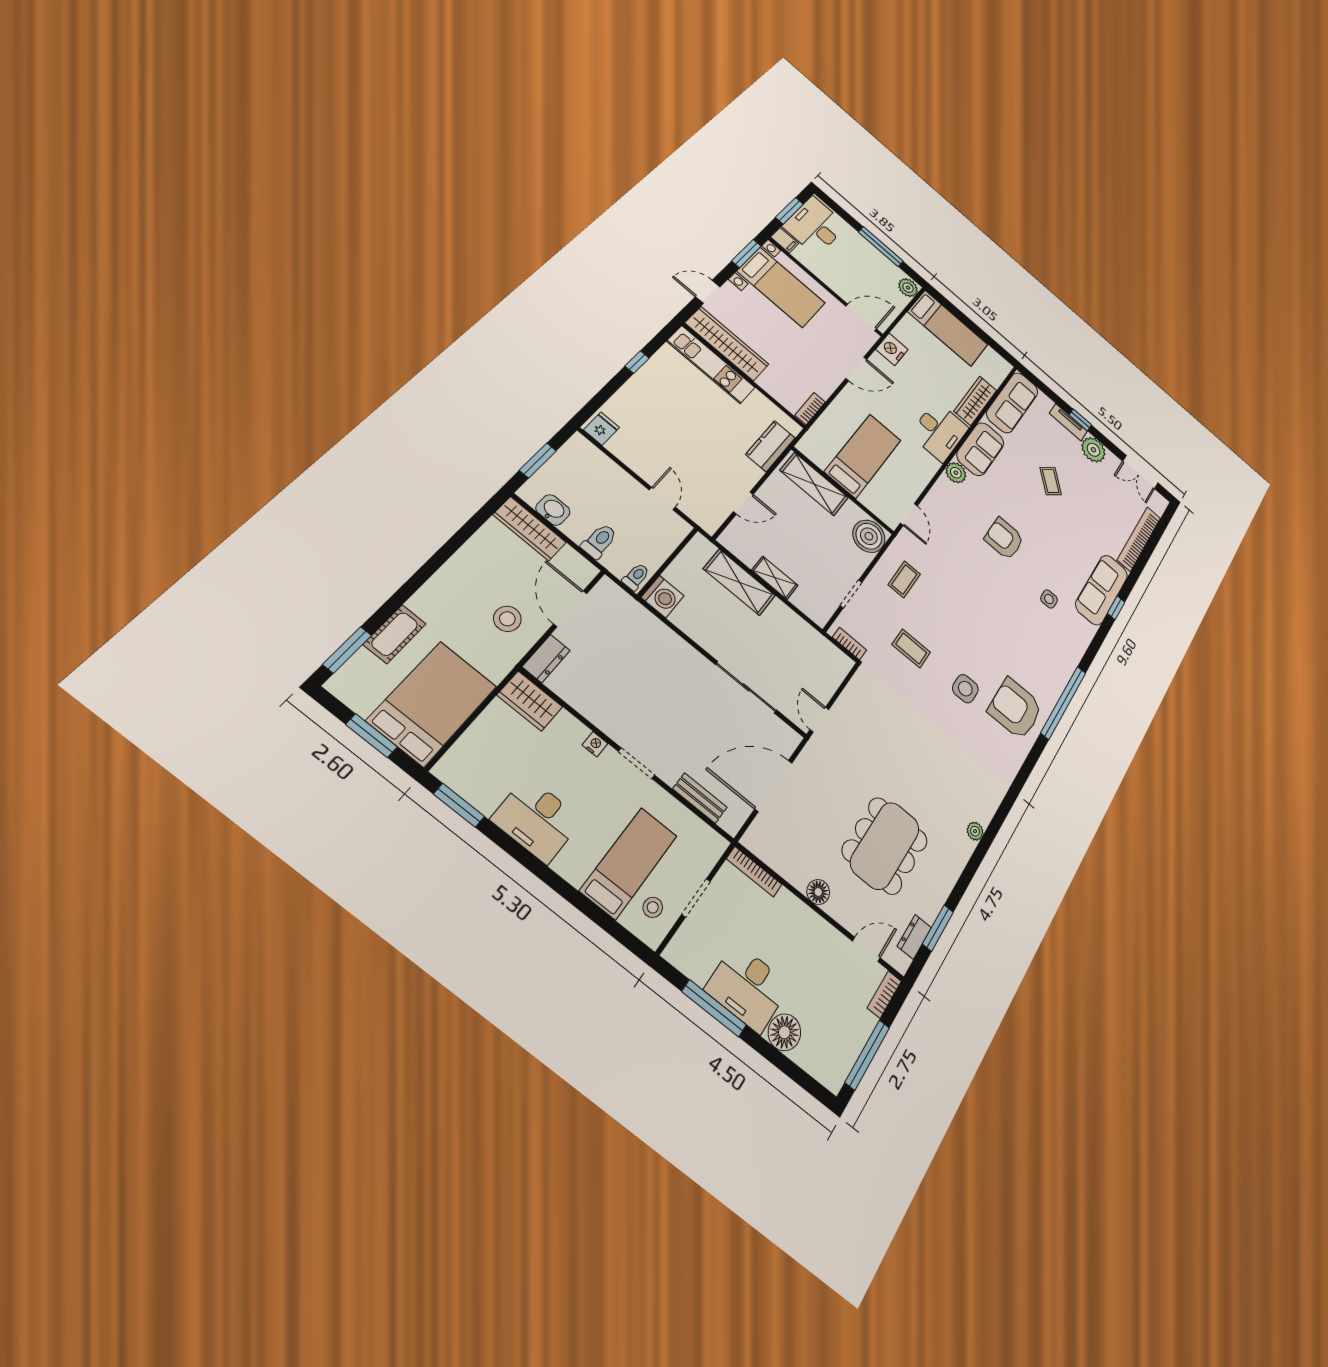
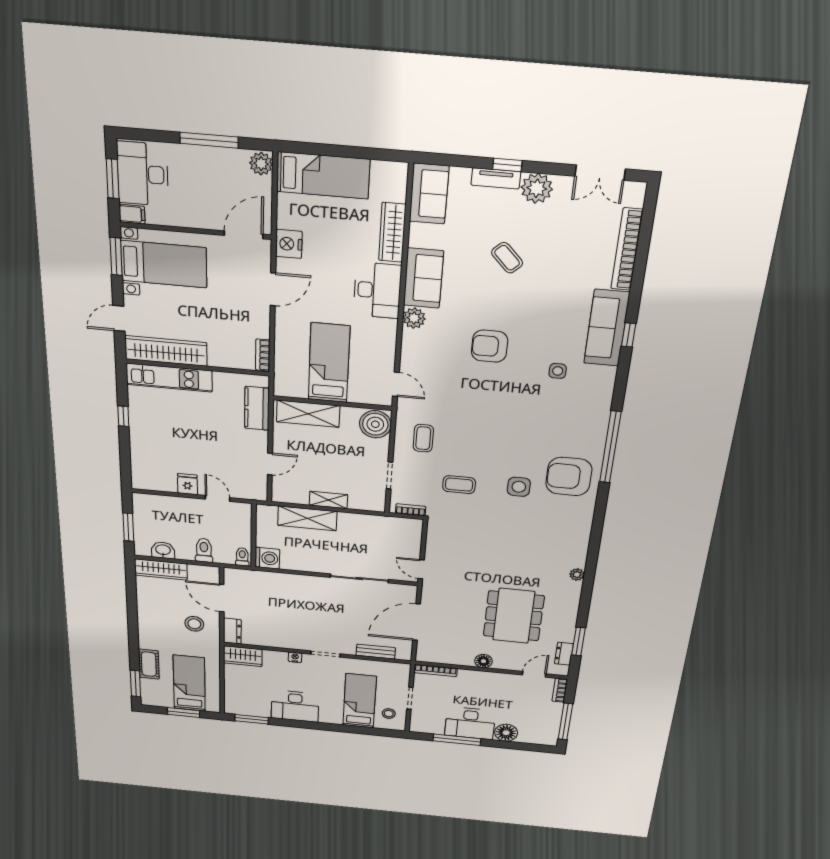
sofa: (1012, 403) -> (429, 194), width x0.73
fridge: (601, 429) -> (187, 484), moved
bed: (432, 703) -> (189, 683), width x0.67

